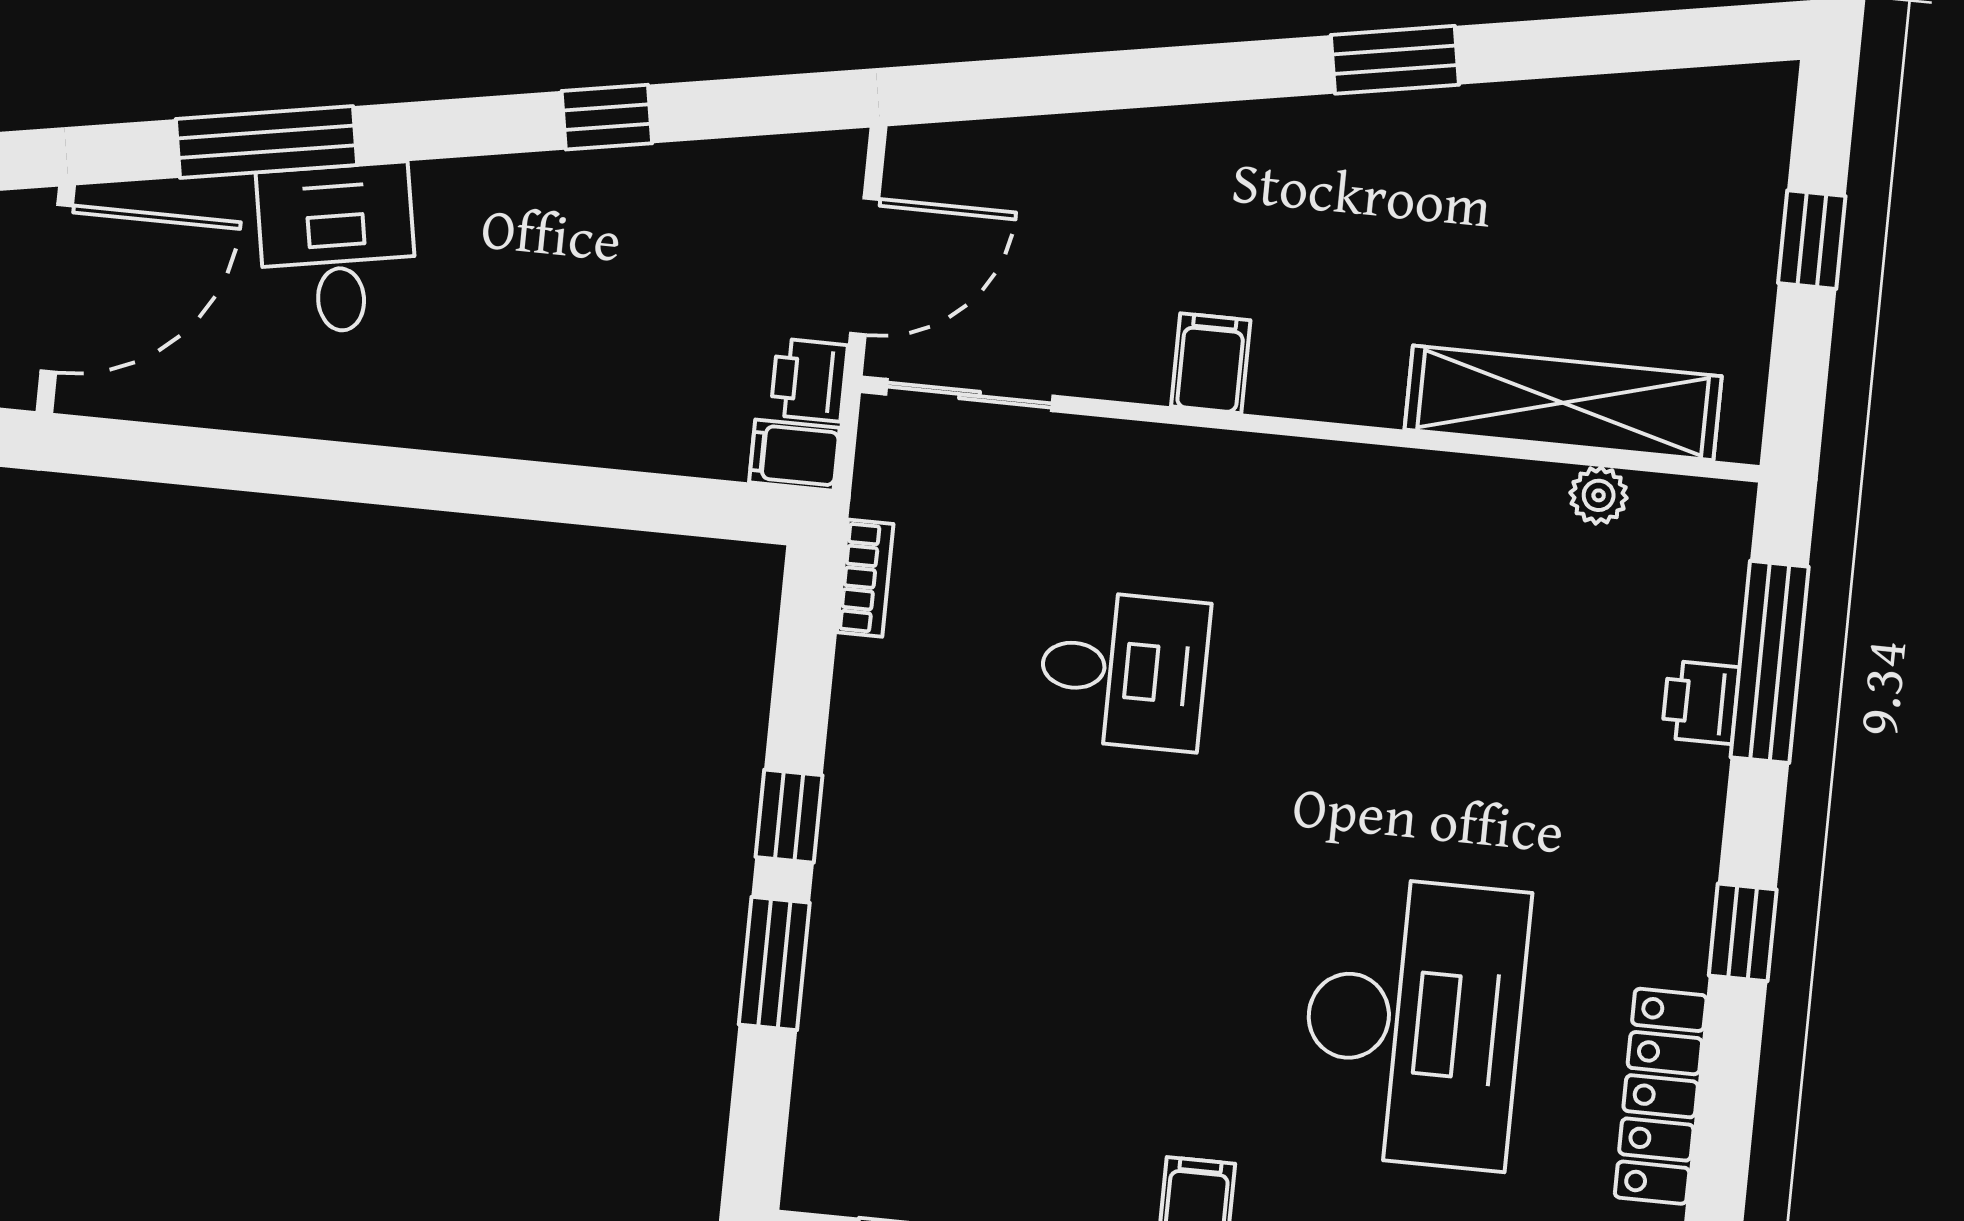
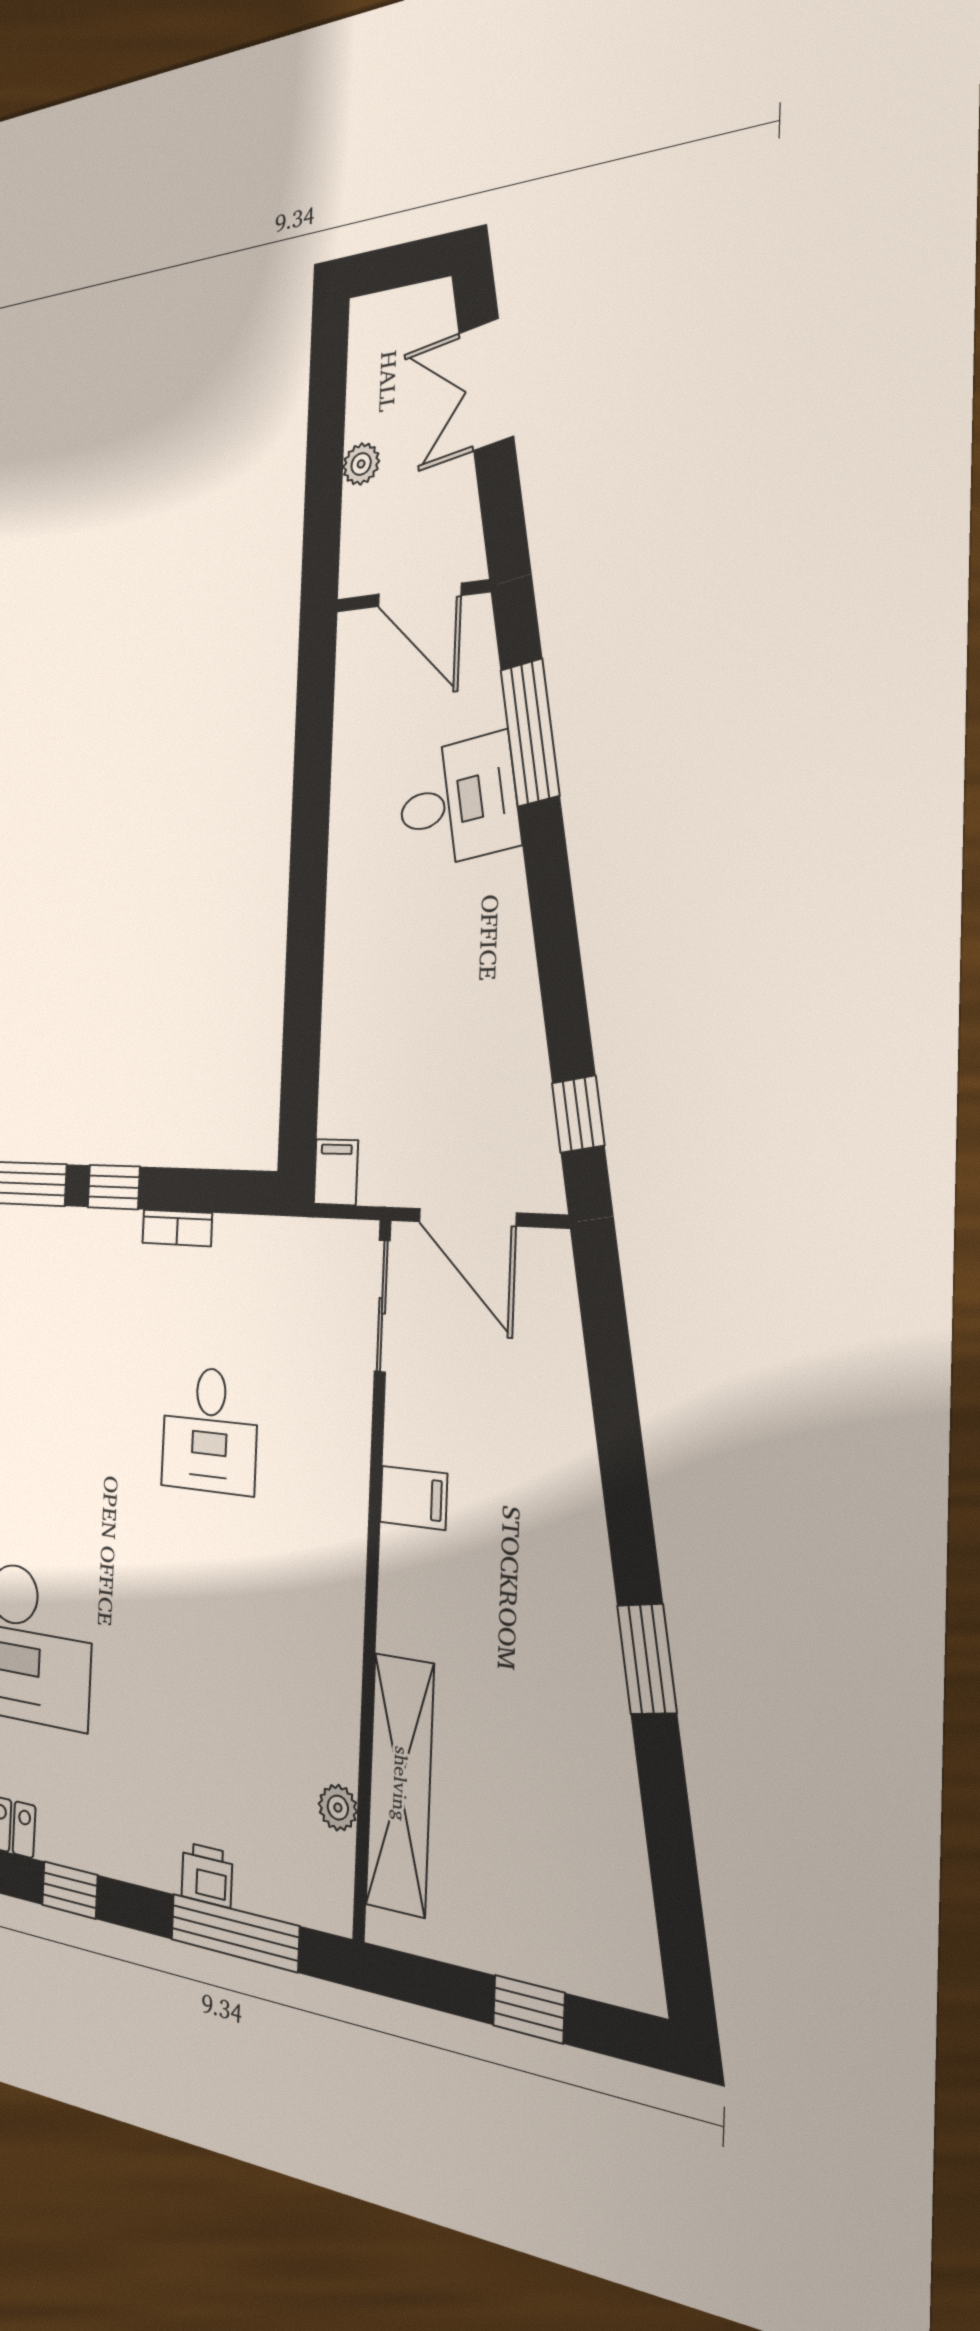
window: (607, 117) -> (578, 1114), moved
door: (57, 288) -> (419, 595), width x0.73
printer: (809, 380) -> (386, 1179), removed
bookcase: (865, 578) -> (177, 1228), moved

